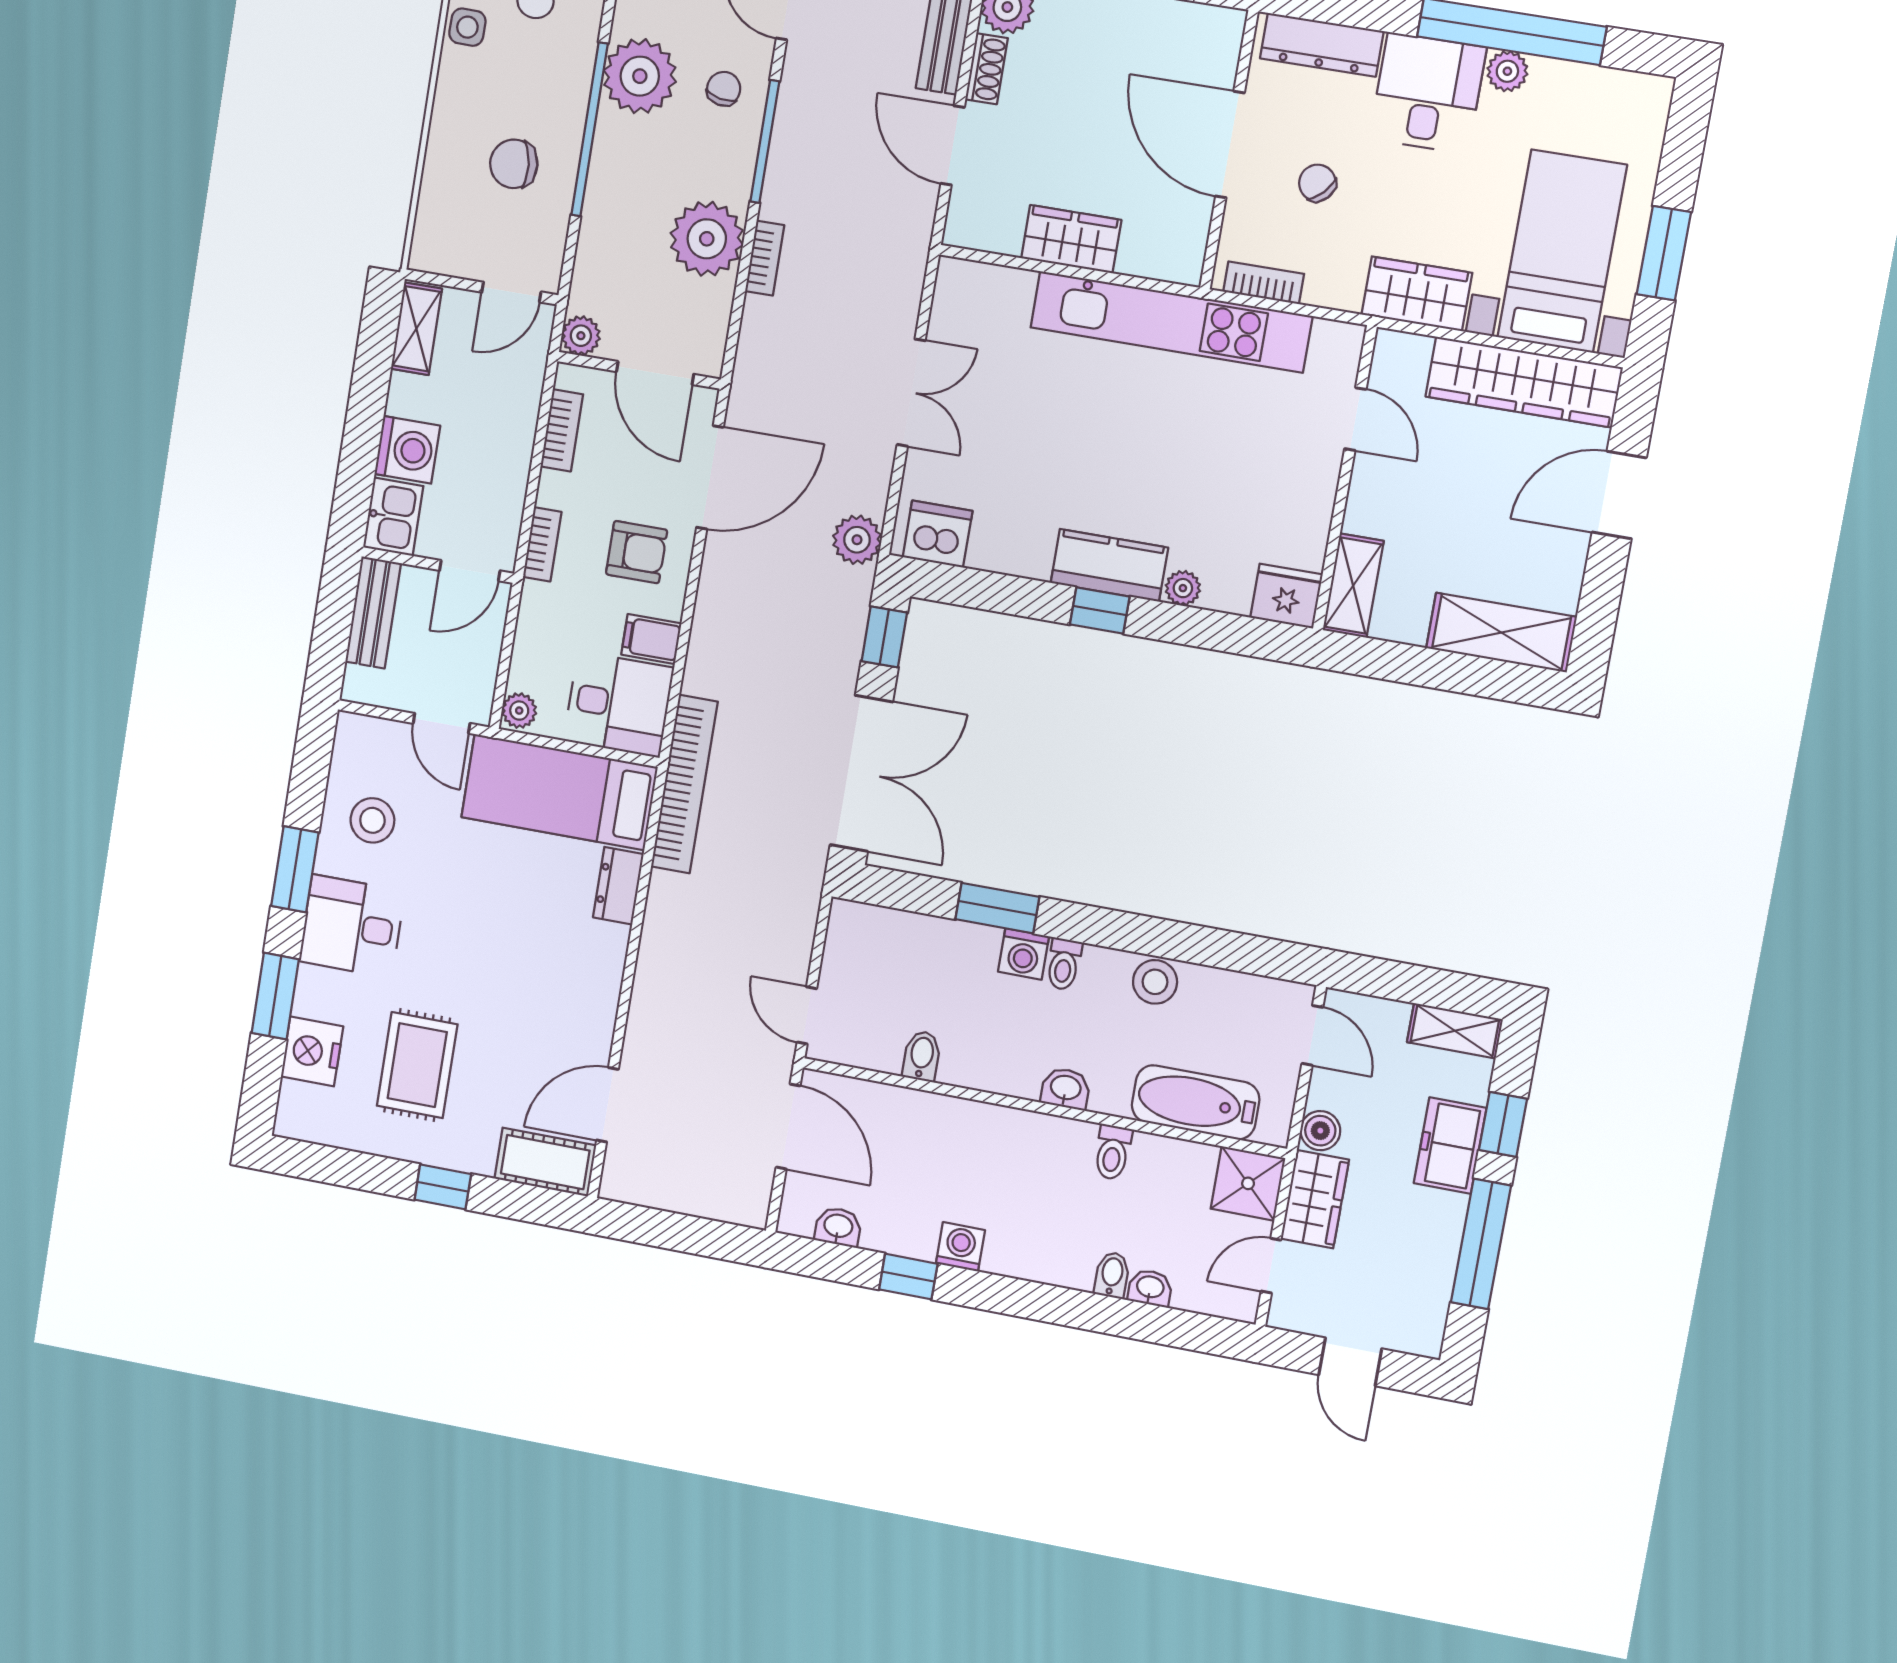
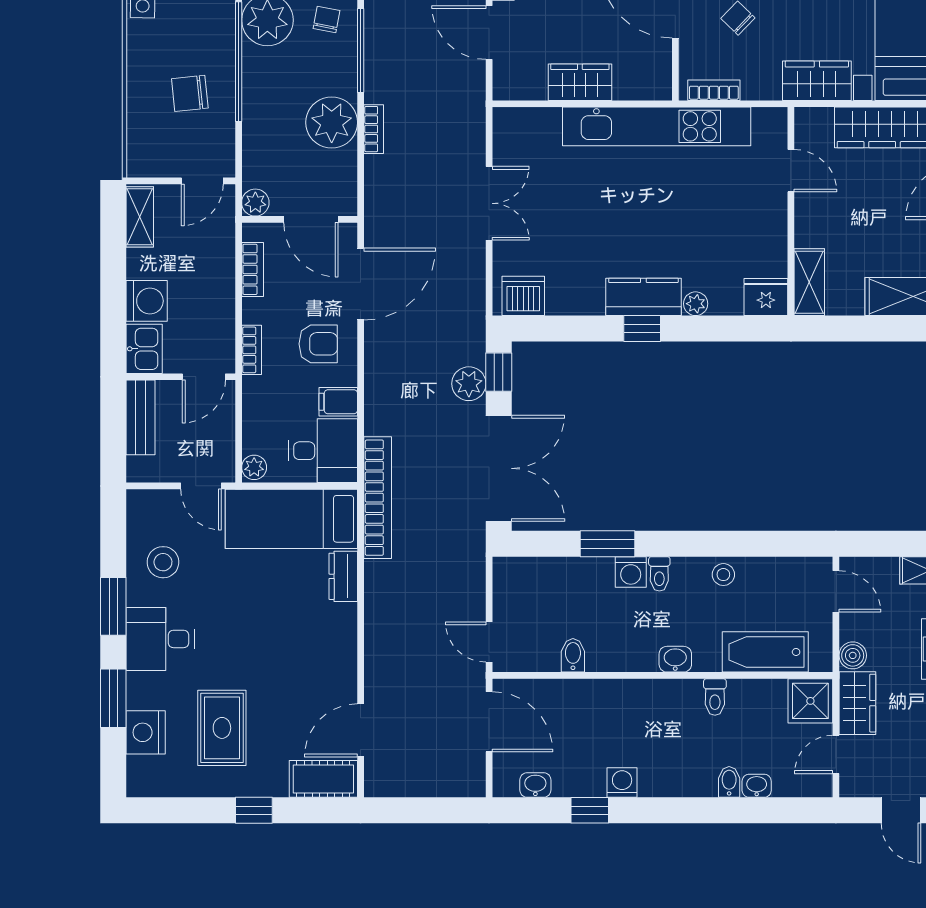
plant: (857, 540) -> (469, 384), moved
stool: (1155, 982) -> (723, 575), width x0.73, depth x0.73

